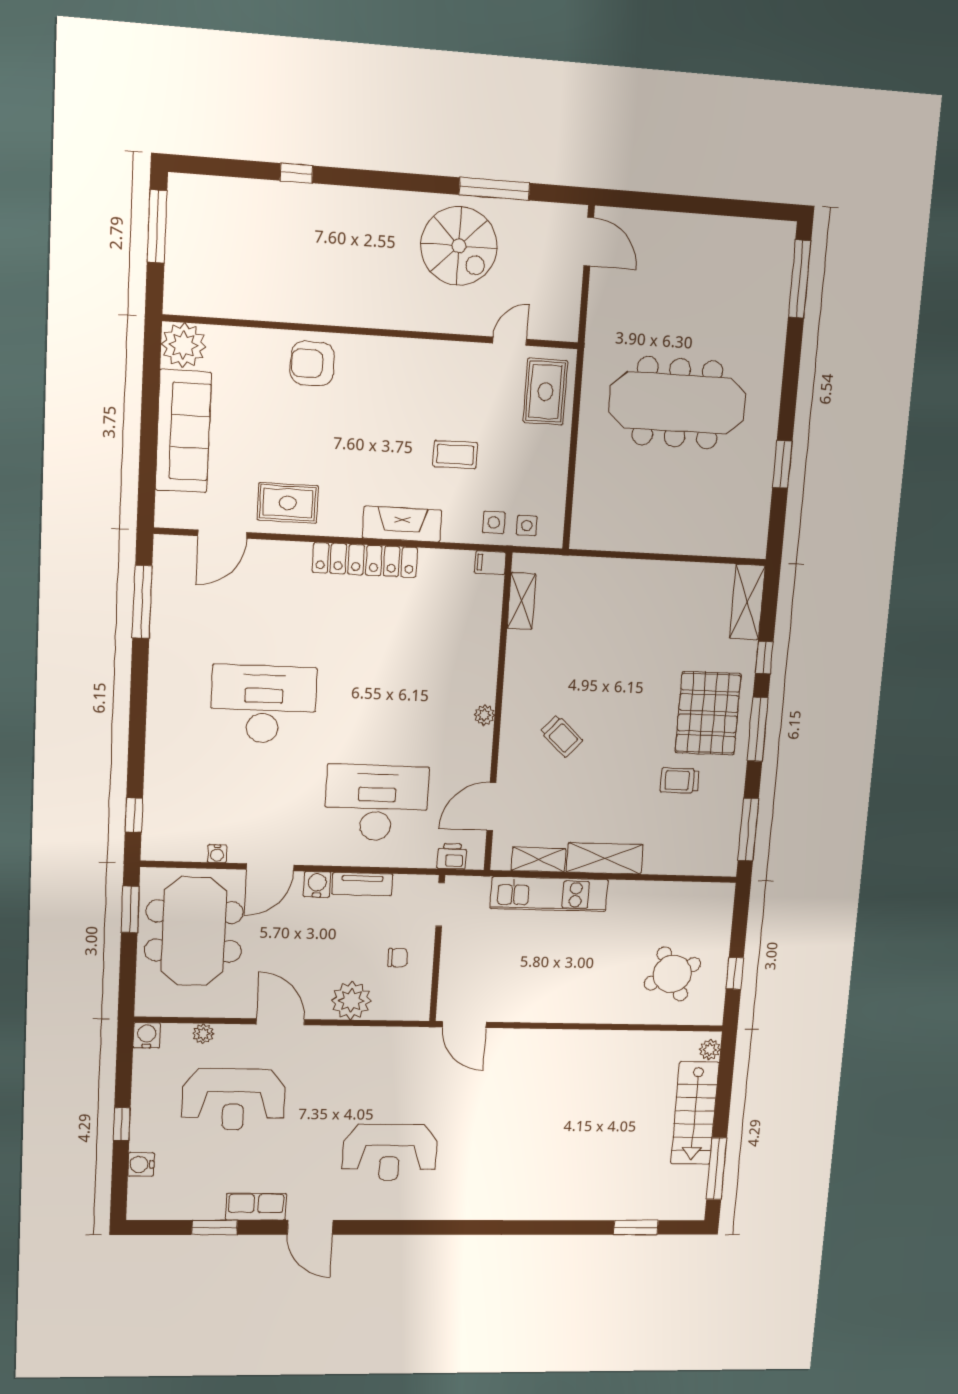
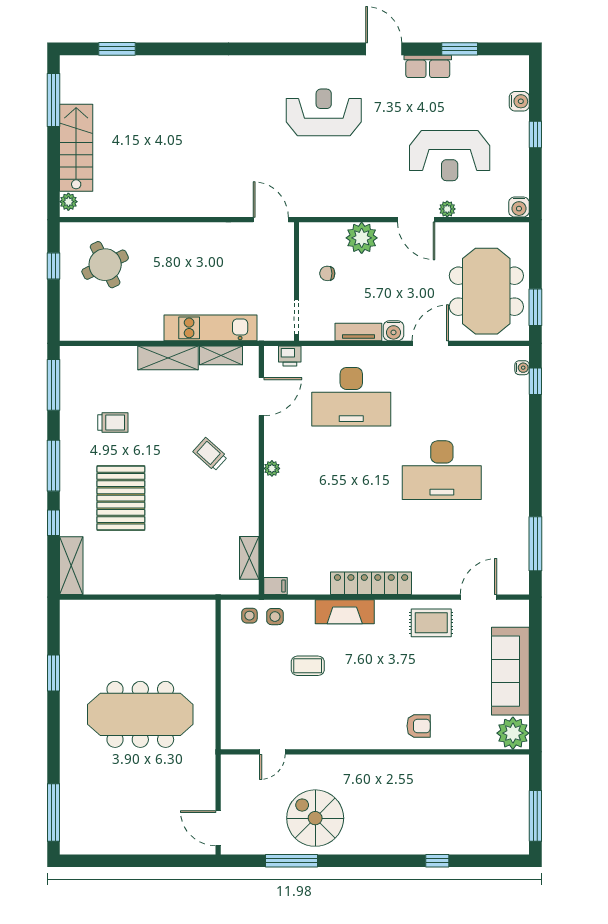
armchair: (312, 364) -> (419, 726), width x0.72, depth x0.72
rug: (545, 392) -> (243, 717), removed
pallet: (708, 713) -> (121, 498), moved
water cooler: (217, 854) -> (522, 368), moved, turned 90
plant: (203, 1034) -> (447, 209), moved
reception desk: (234, 1099) -> (450, 156), turned 180

